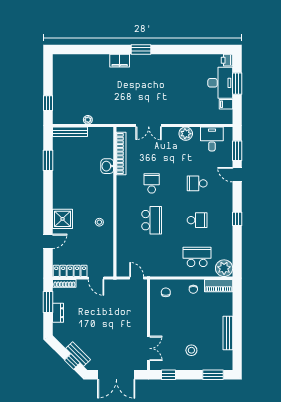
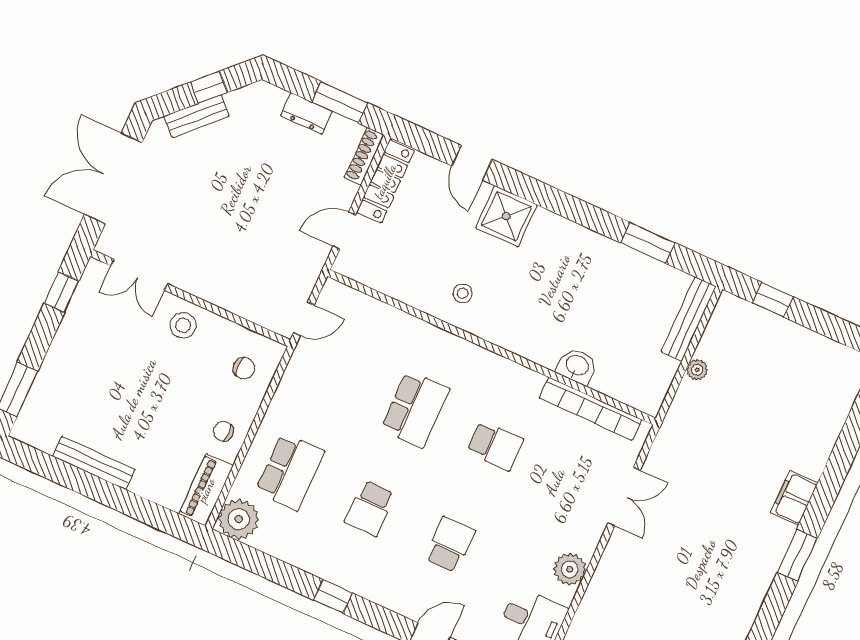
double door: (149, 126) -> (624, 497), swing flipped
school desk: (152, 220) -> (415, 409), turned -90
stool: (191, 350) -> (183, 325), moved
window: (72, 362) -> (209, 87), moved

